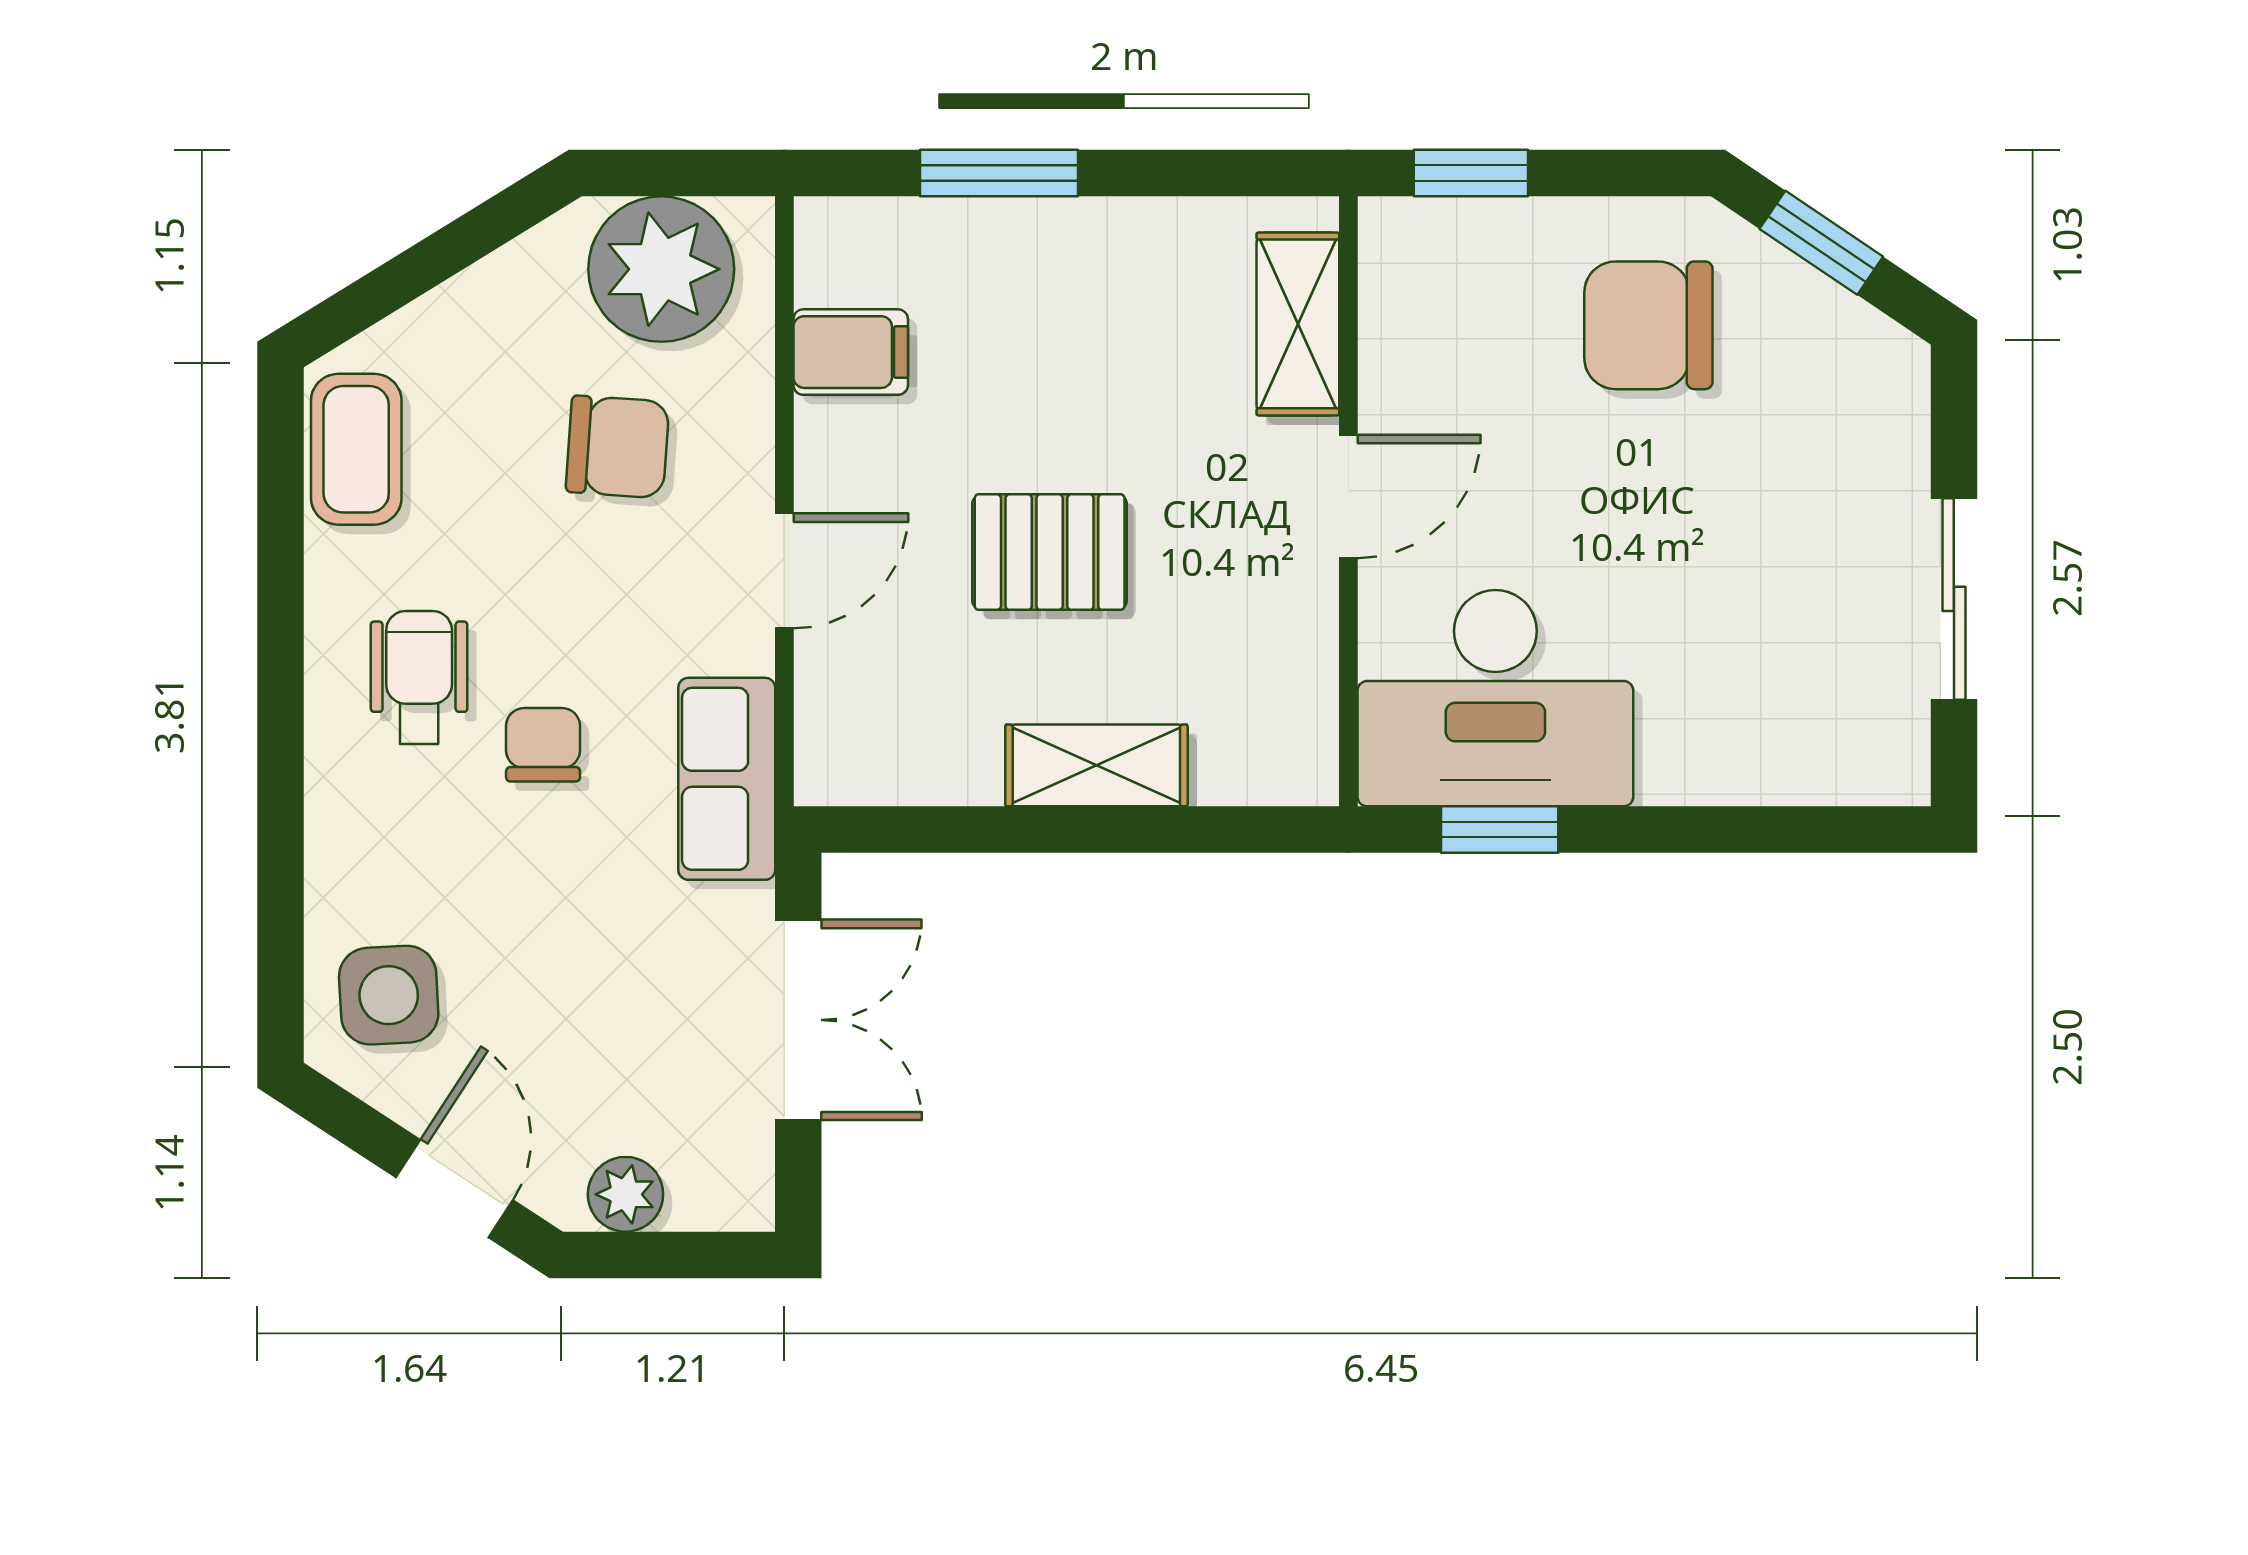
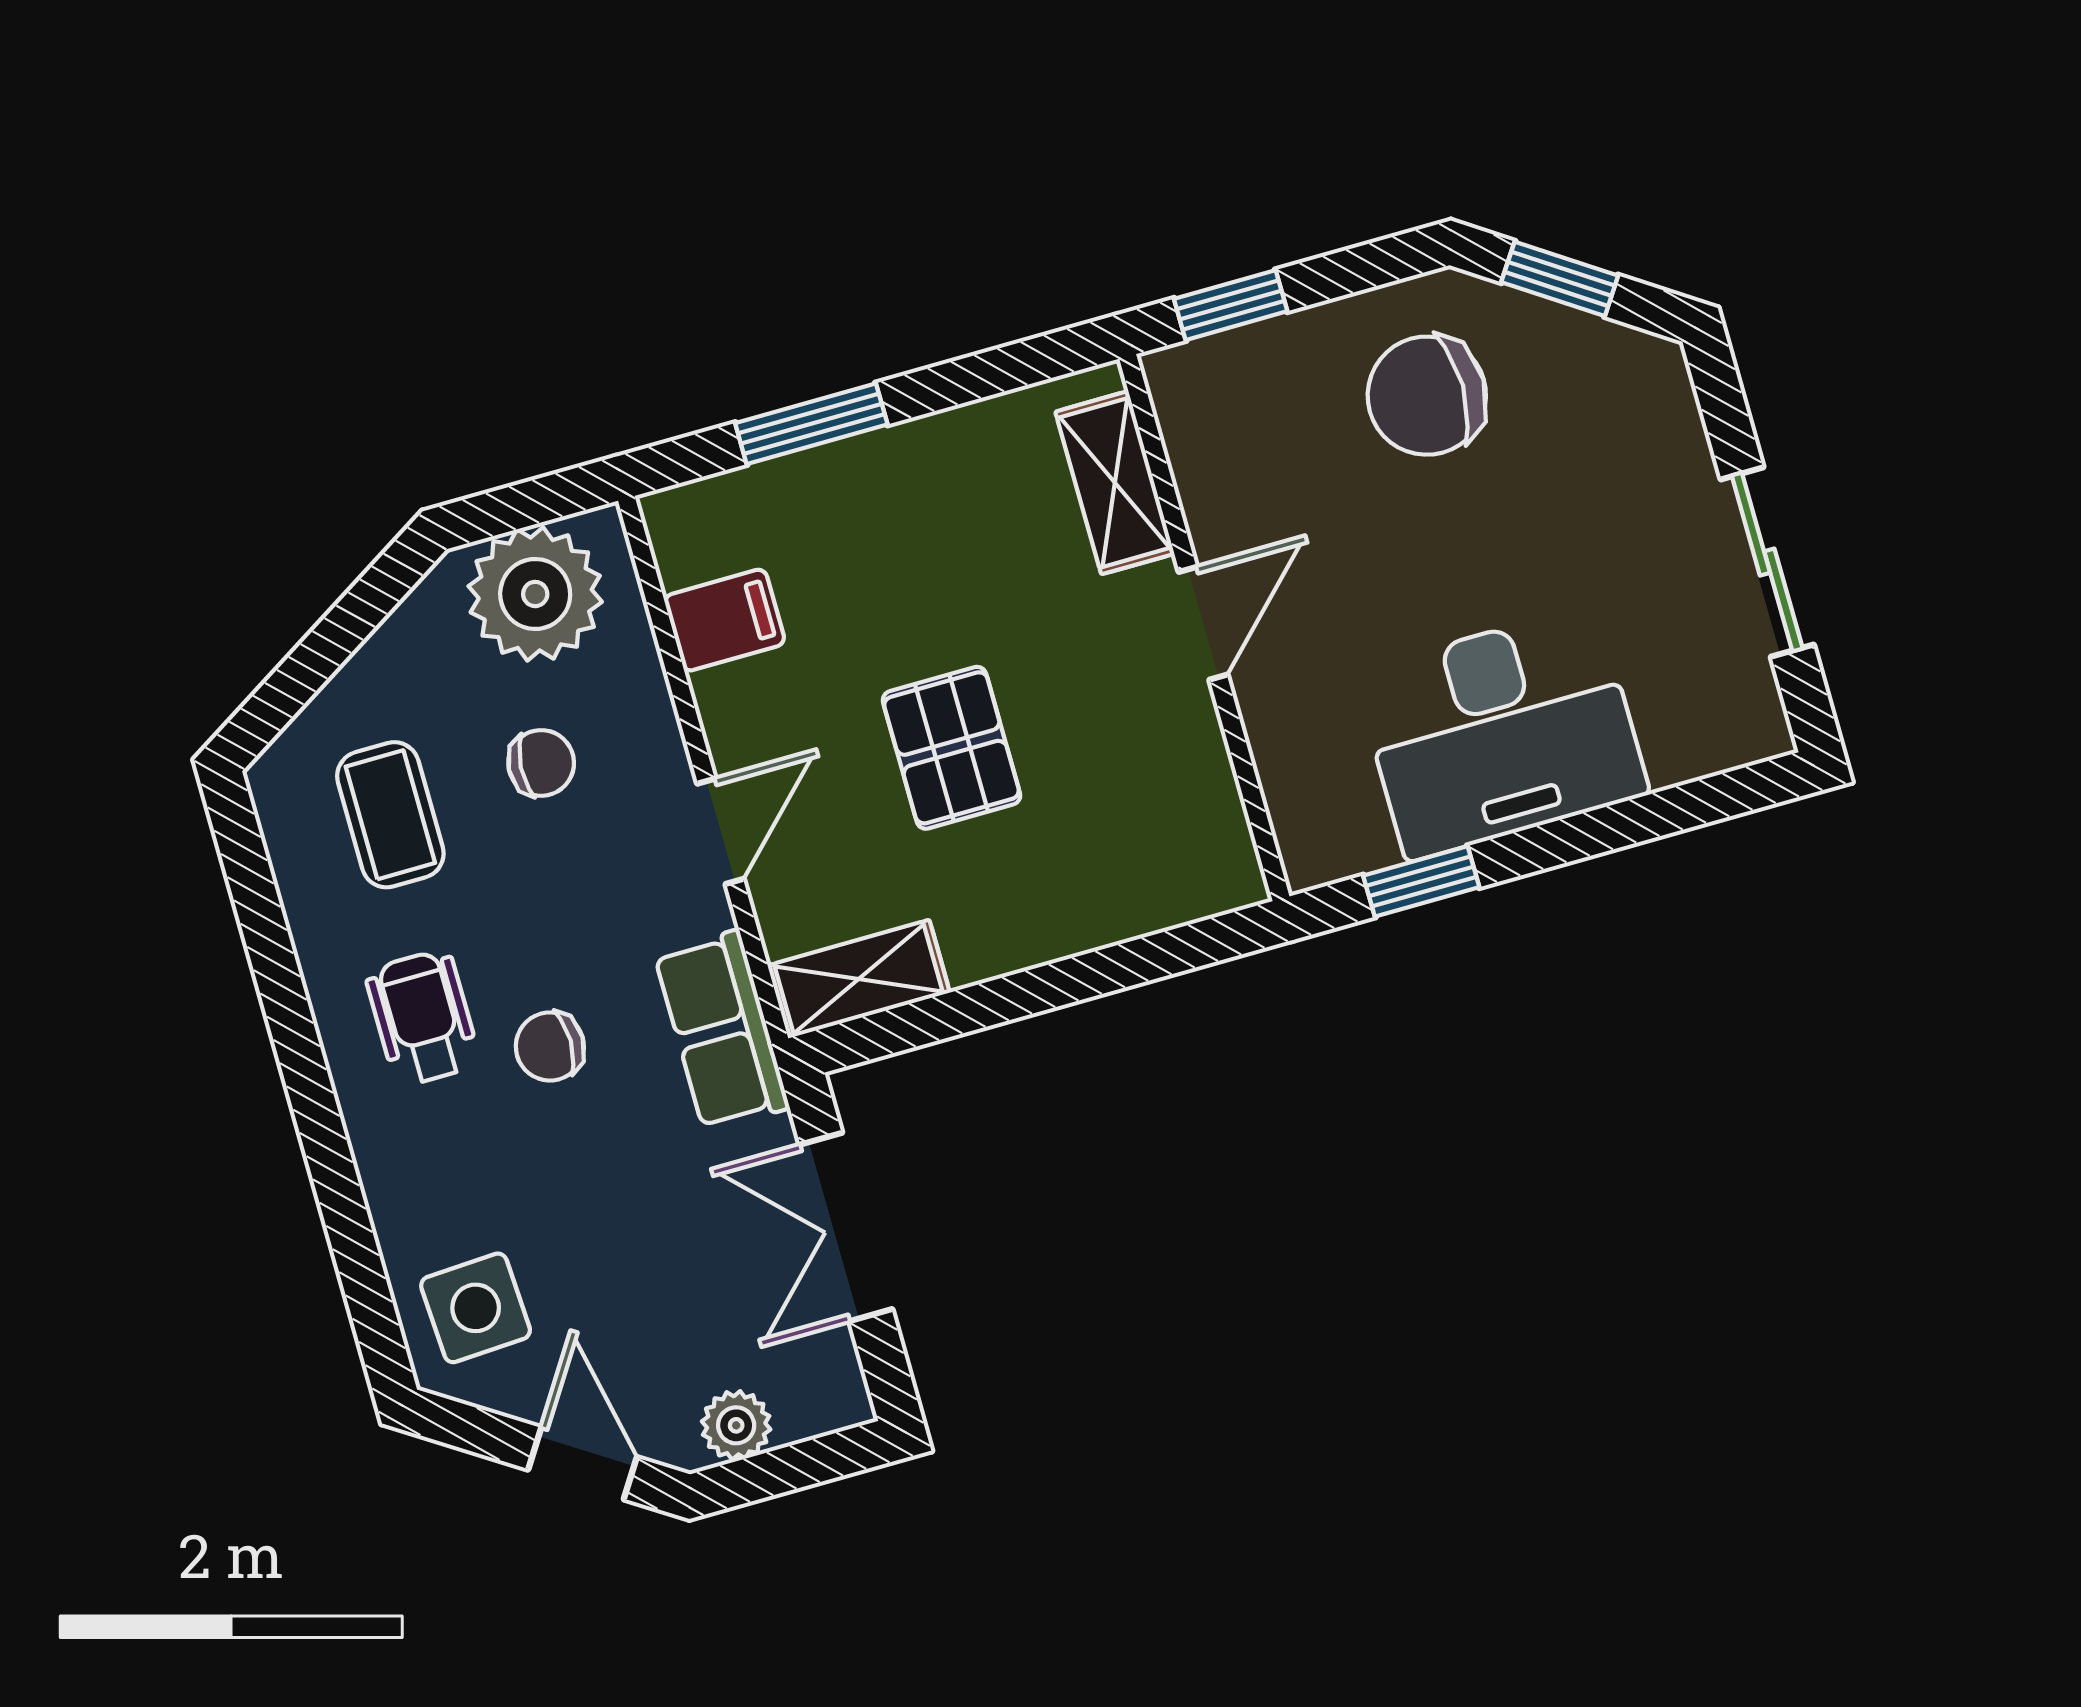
chair: (618, 447) -> (541, 763), width x0.73, depth x0.73
coffee table: (356, 449) -> (390, 815), moved
pallet: (1050, 552) -> (952, 748), turned 90
desk: (1495, 698) -> (1501, 733), moved
chair: (543, 745) -> (550, 1047), turned -90
shelving: (1096, 765) -> (859, 979), moved
double door: (798, 1020) -> (846, 1227), swing flipped

